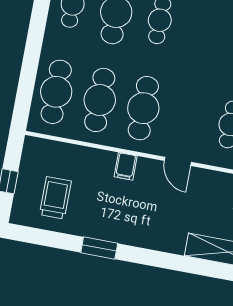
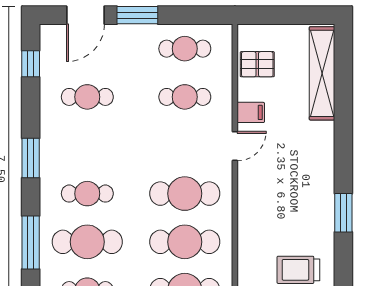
filing cabinet: (126, 166) -> (251, 112), moved

